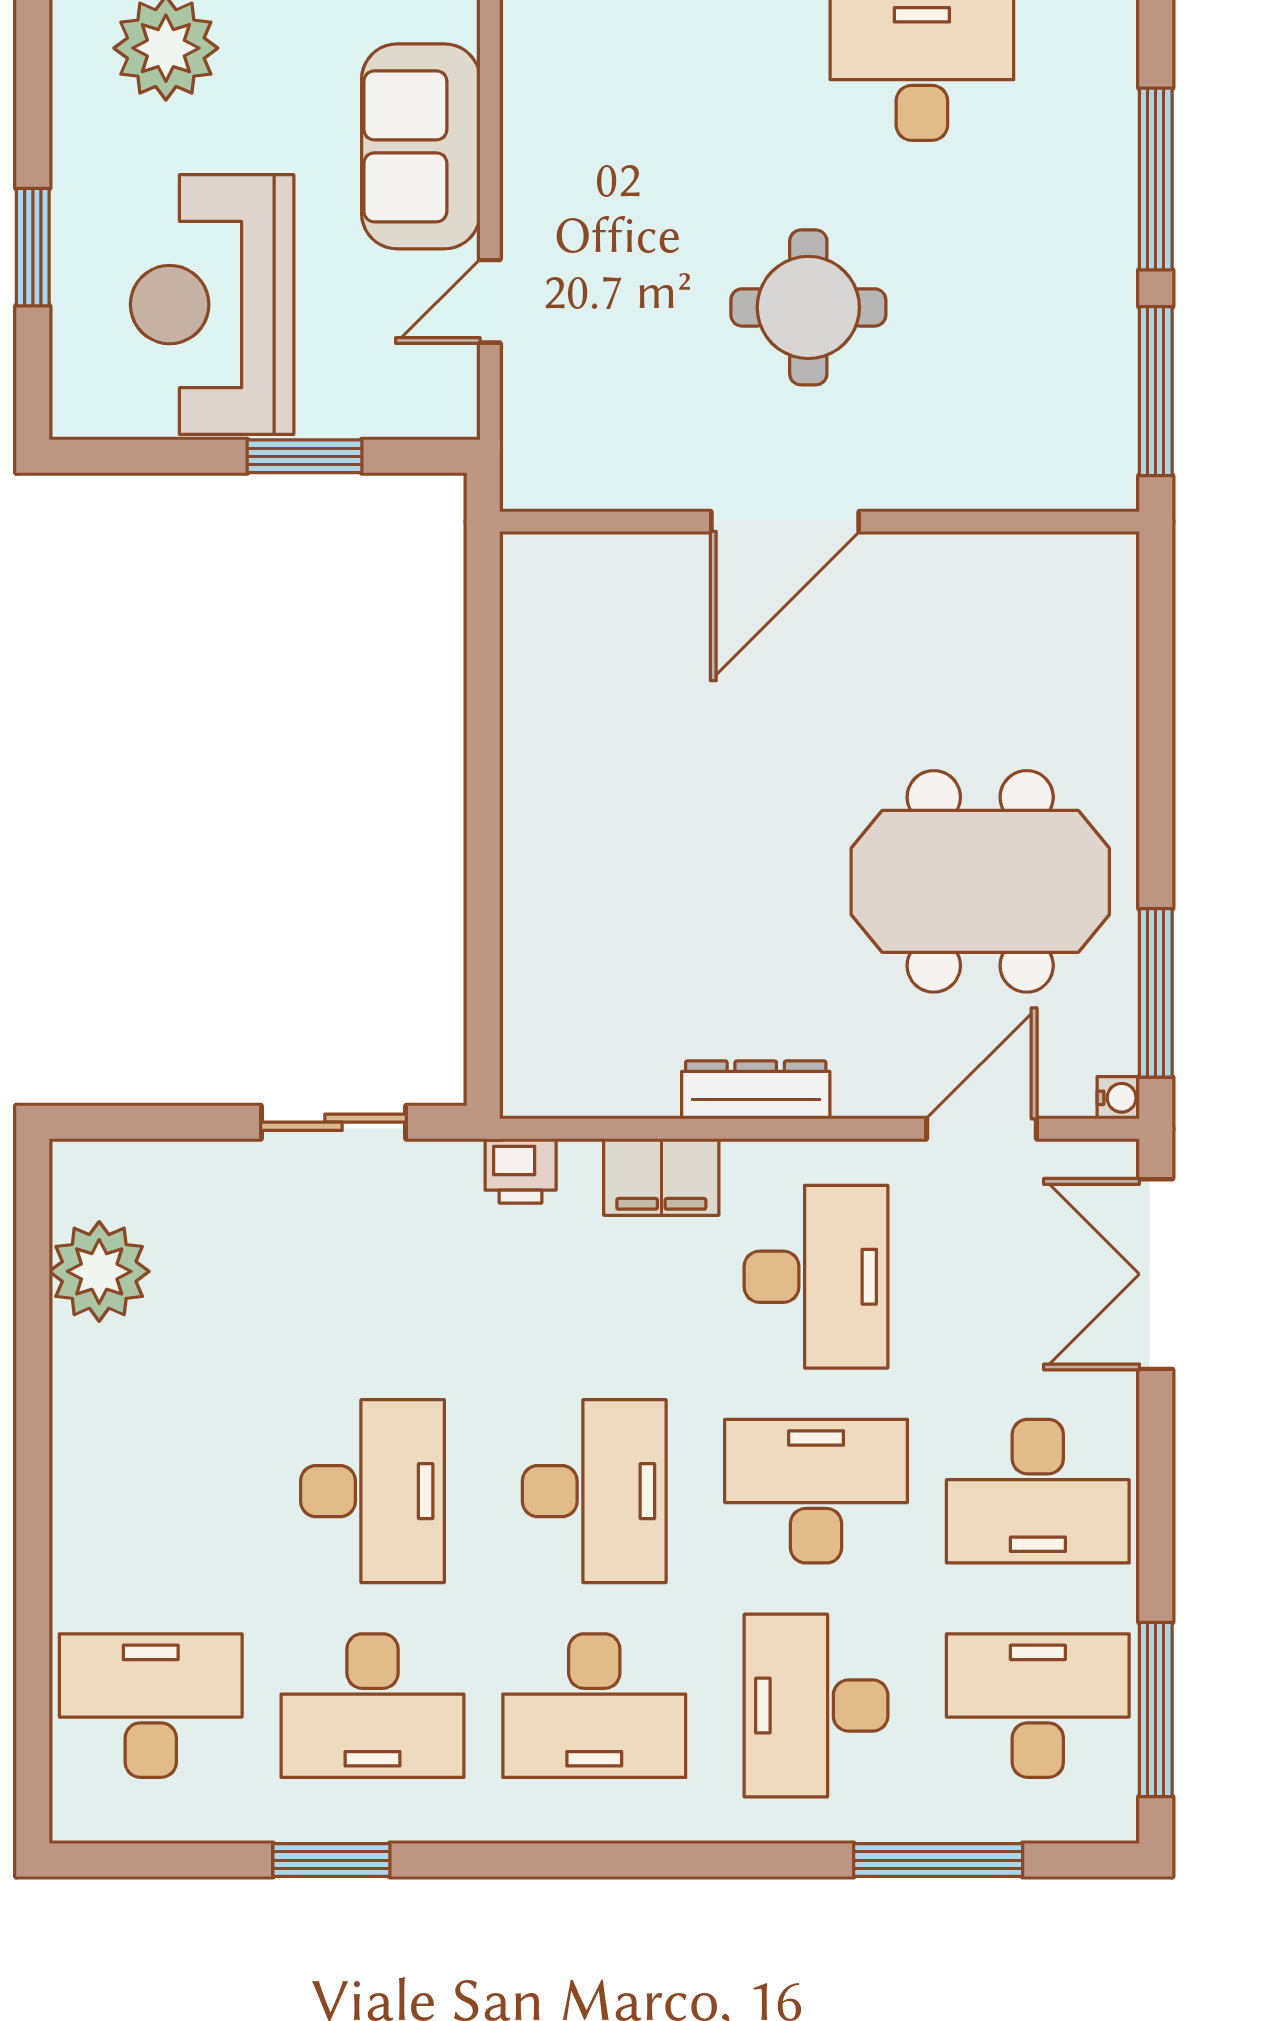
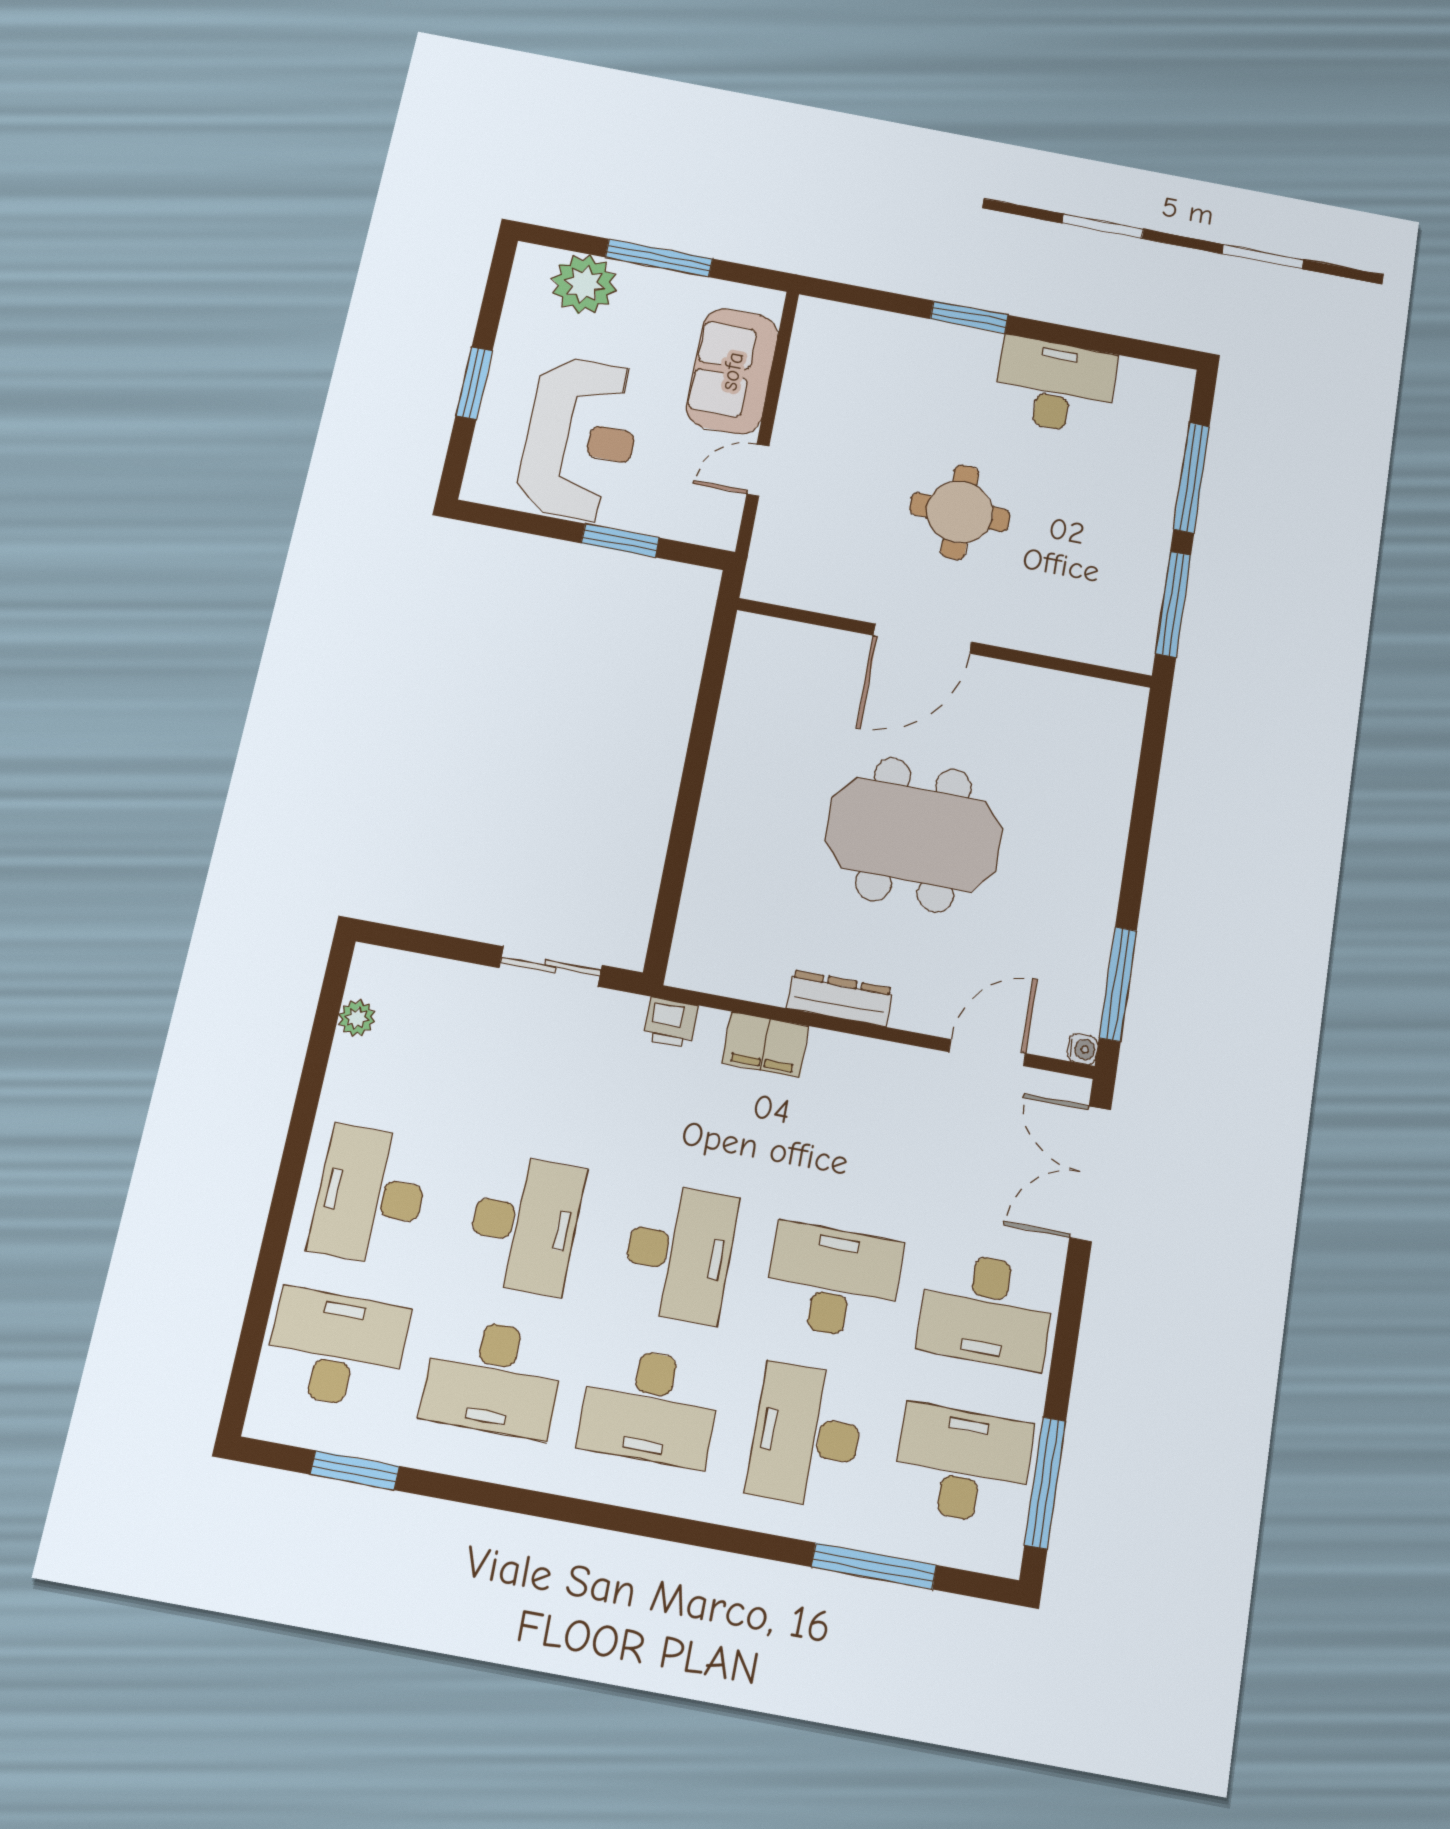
reception desk: (212, 305) -> (581, 439), turned 180
meeting table: (980, 881) -> (914, 834), moved
plant: (99, 1271) -> (357, 1018), width x0.53, depth x0.53
desk: (816, 1277) -> (371, 1195), moved, turned 180
window: (331, 1860) -> (355, 1470), moved

